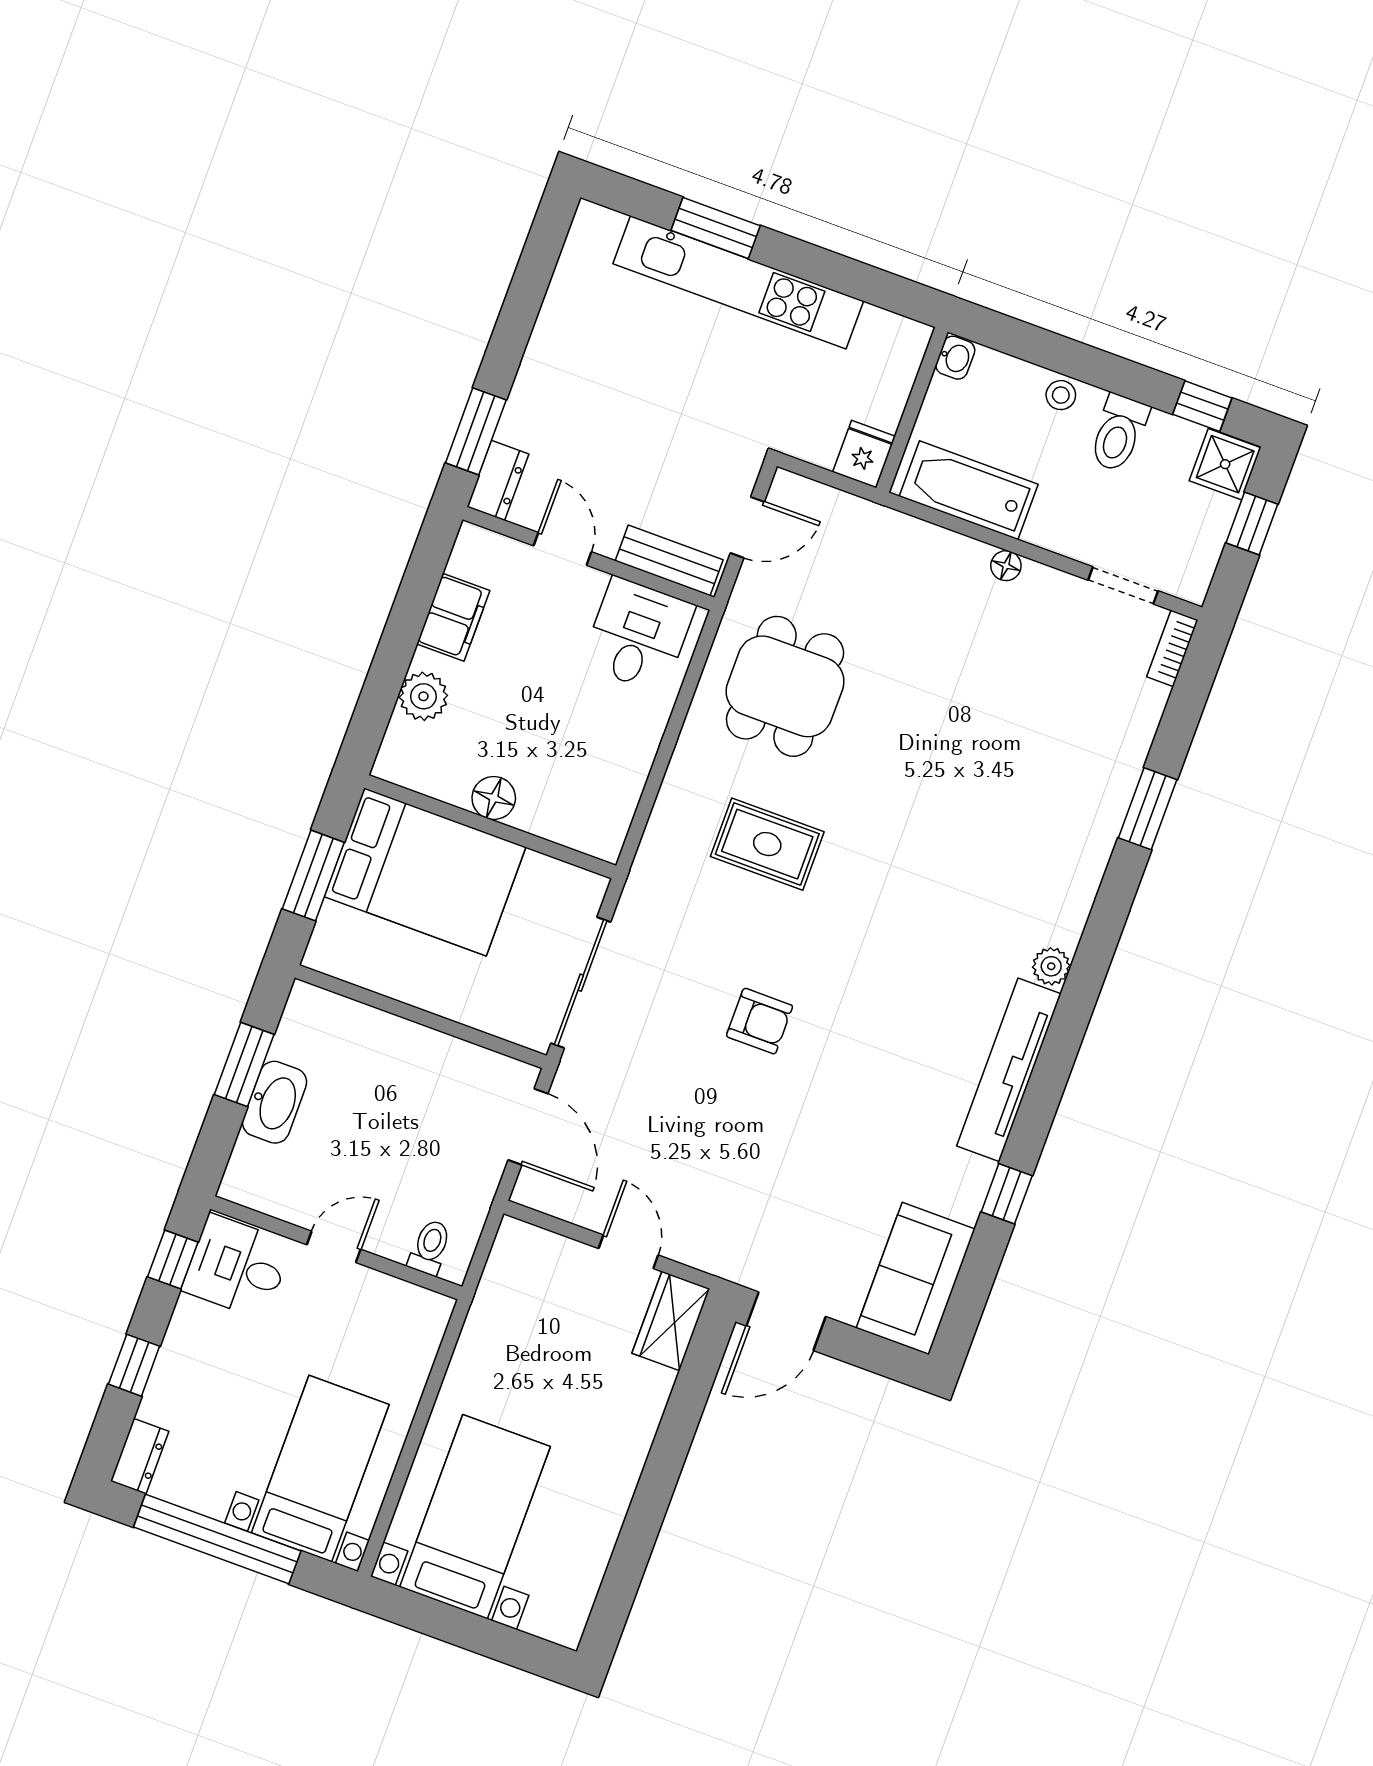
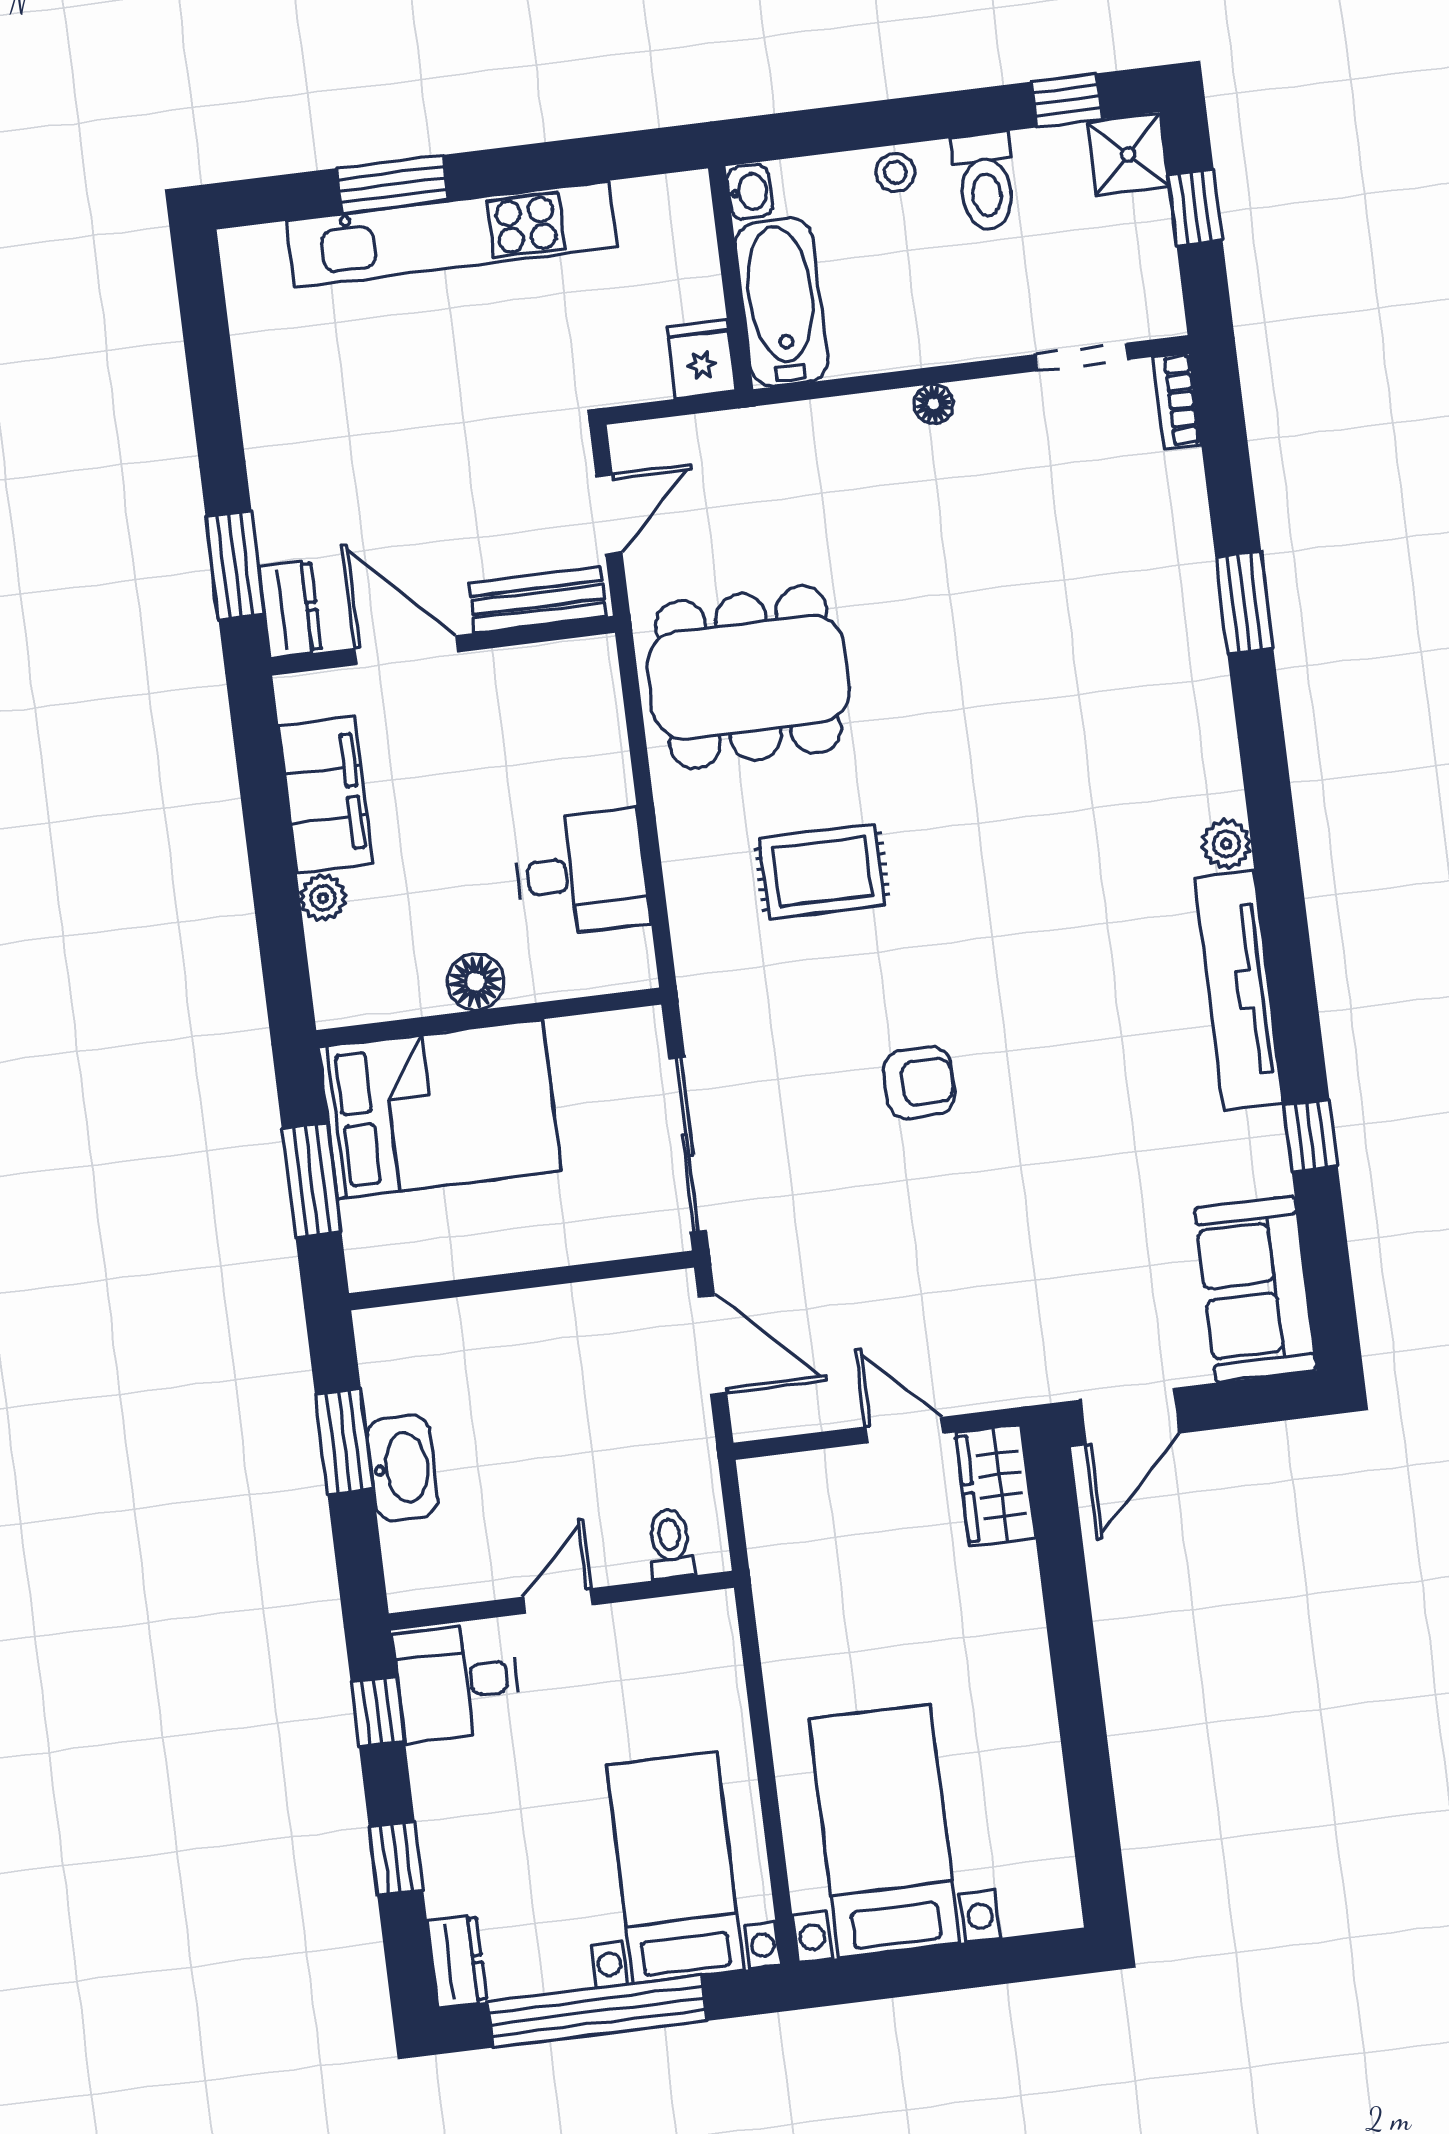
bathtub: (969, 490) -> (782, 302), moved, turned 90
door: (563, 549) -> (406, 650), width x1.38
filing cabinet: (453, 617) -> (326, 795), width x1.50, depth x1.17
desk: (638, 635) -> (581, 873), moved, turned 90
dining table: (785, 686) -> (748, 677), width x1.38
plant: (423, 696) -> (323, 898), width x0.73, depth x0.73

